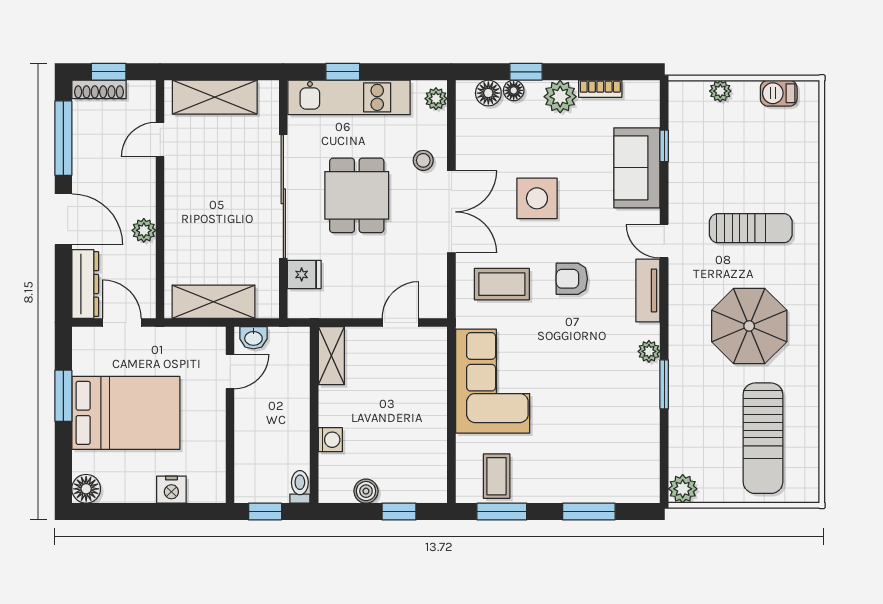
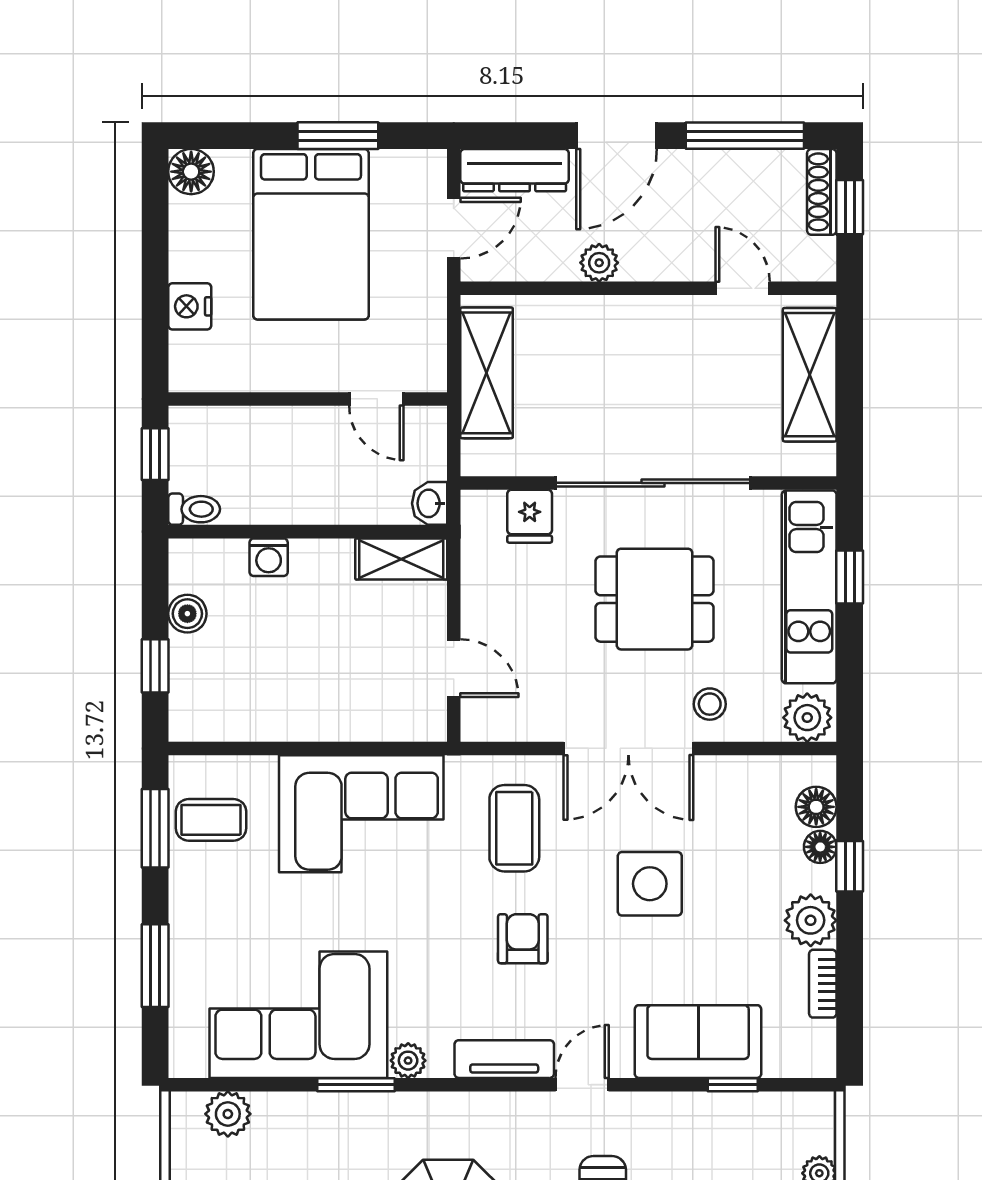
plant: (436, 99) -> (807, 718), width x1.38, depth x1.38
washbasin: (253, 338) -> (430, 503), moved
corner sofa: (620, 421) -> (298, 1015), added
plant: (683, 489) -> (228, 1114), moved

